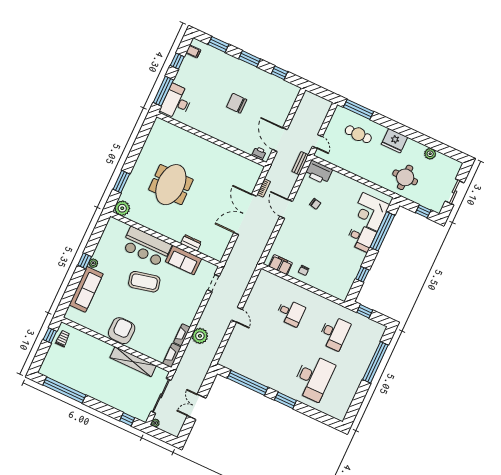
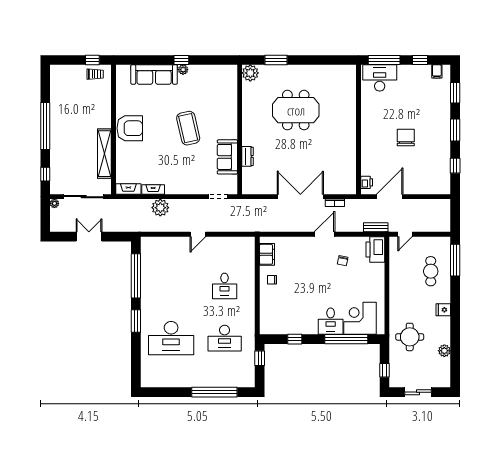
fridge: (394, 141) -> (443, 310), width x0.53, depth x0.75
bar counter: (146, 247) -> (224, 114), removed
window: (64, 390) -> (45, 126), moved

